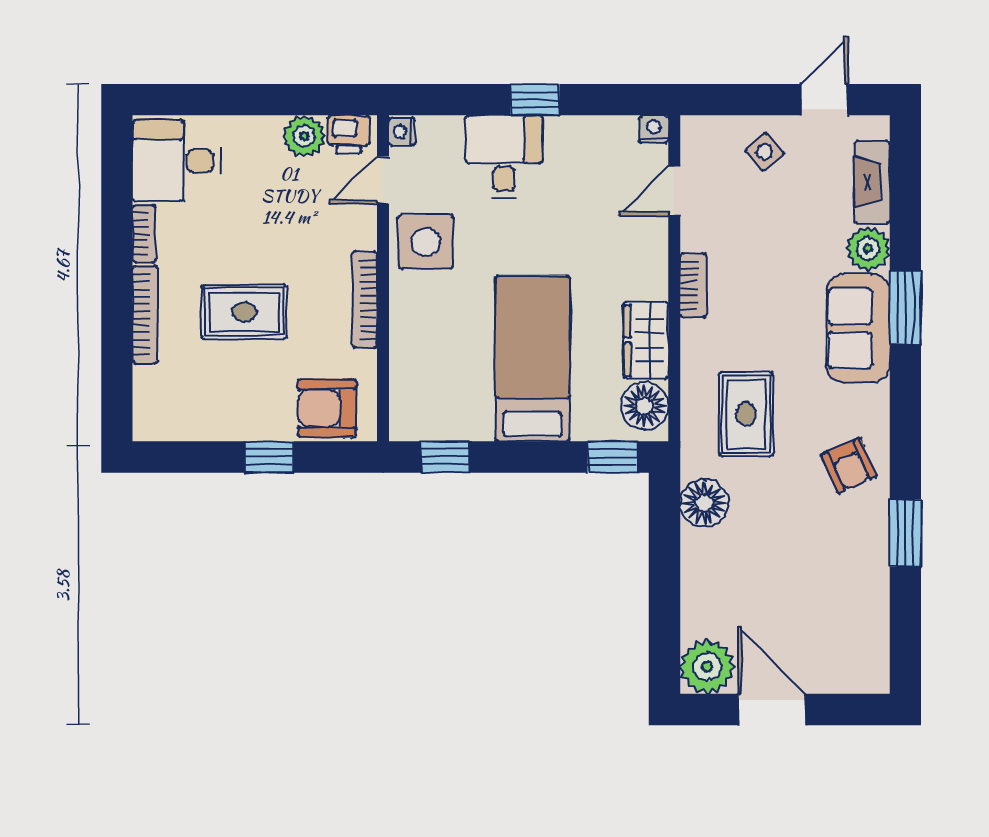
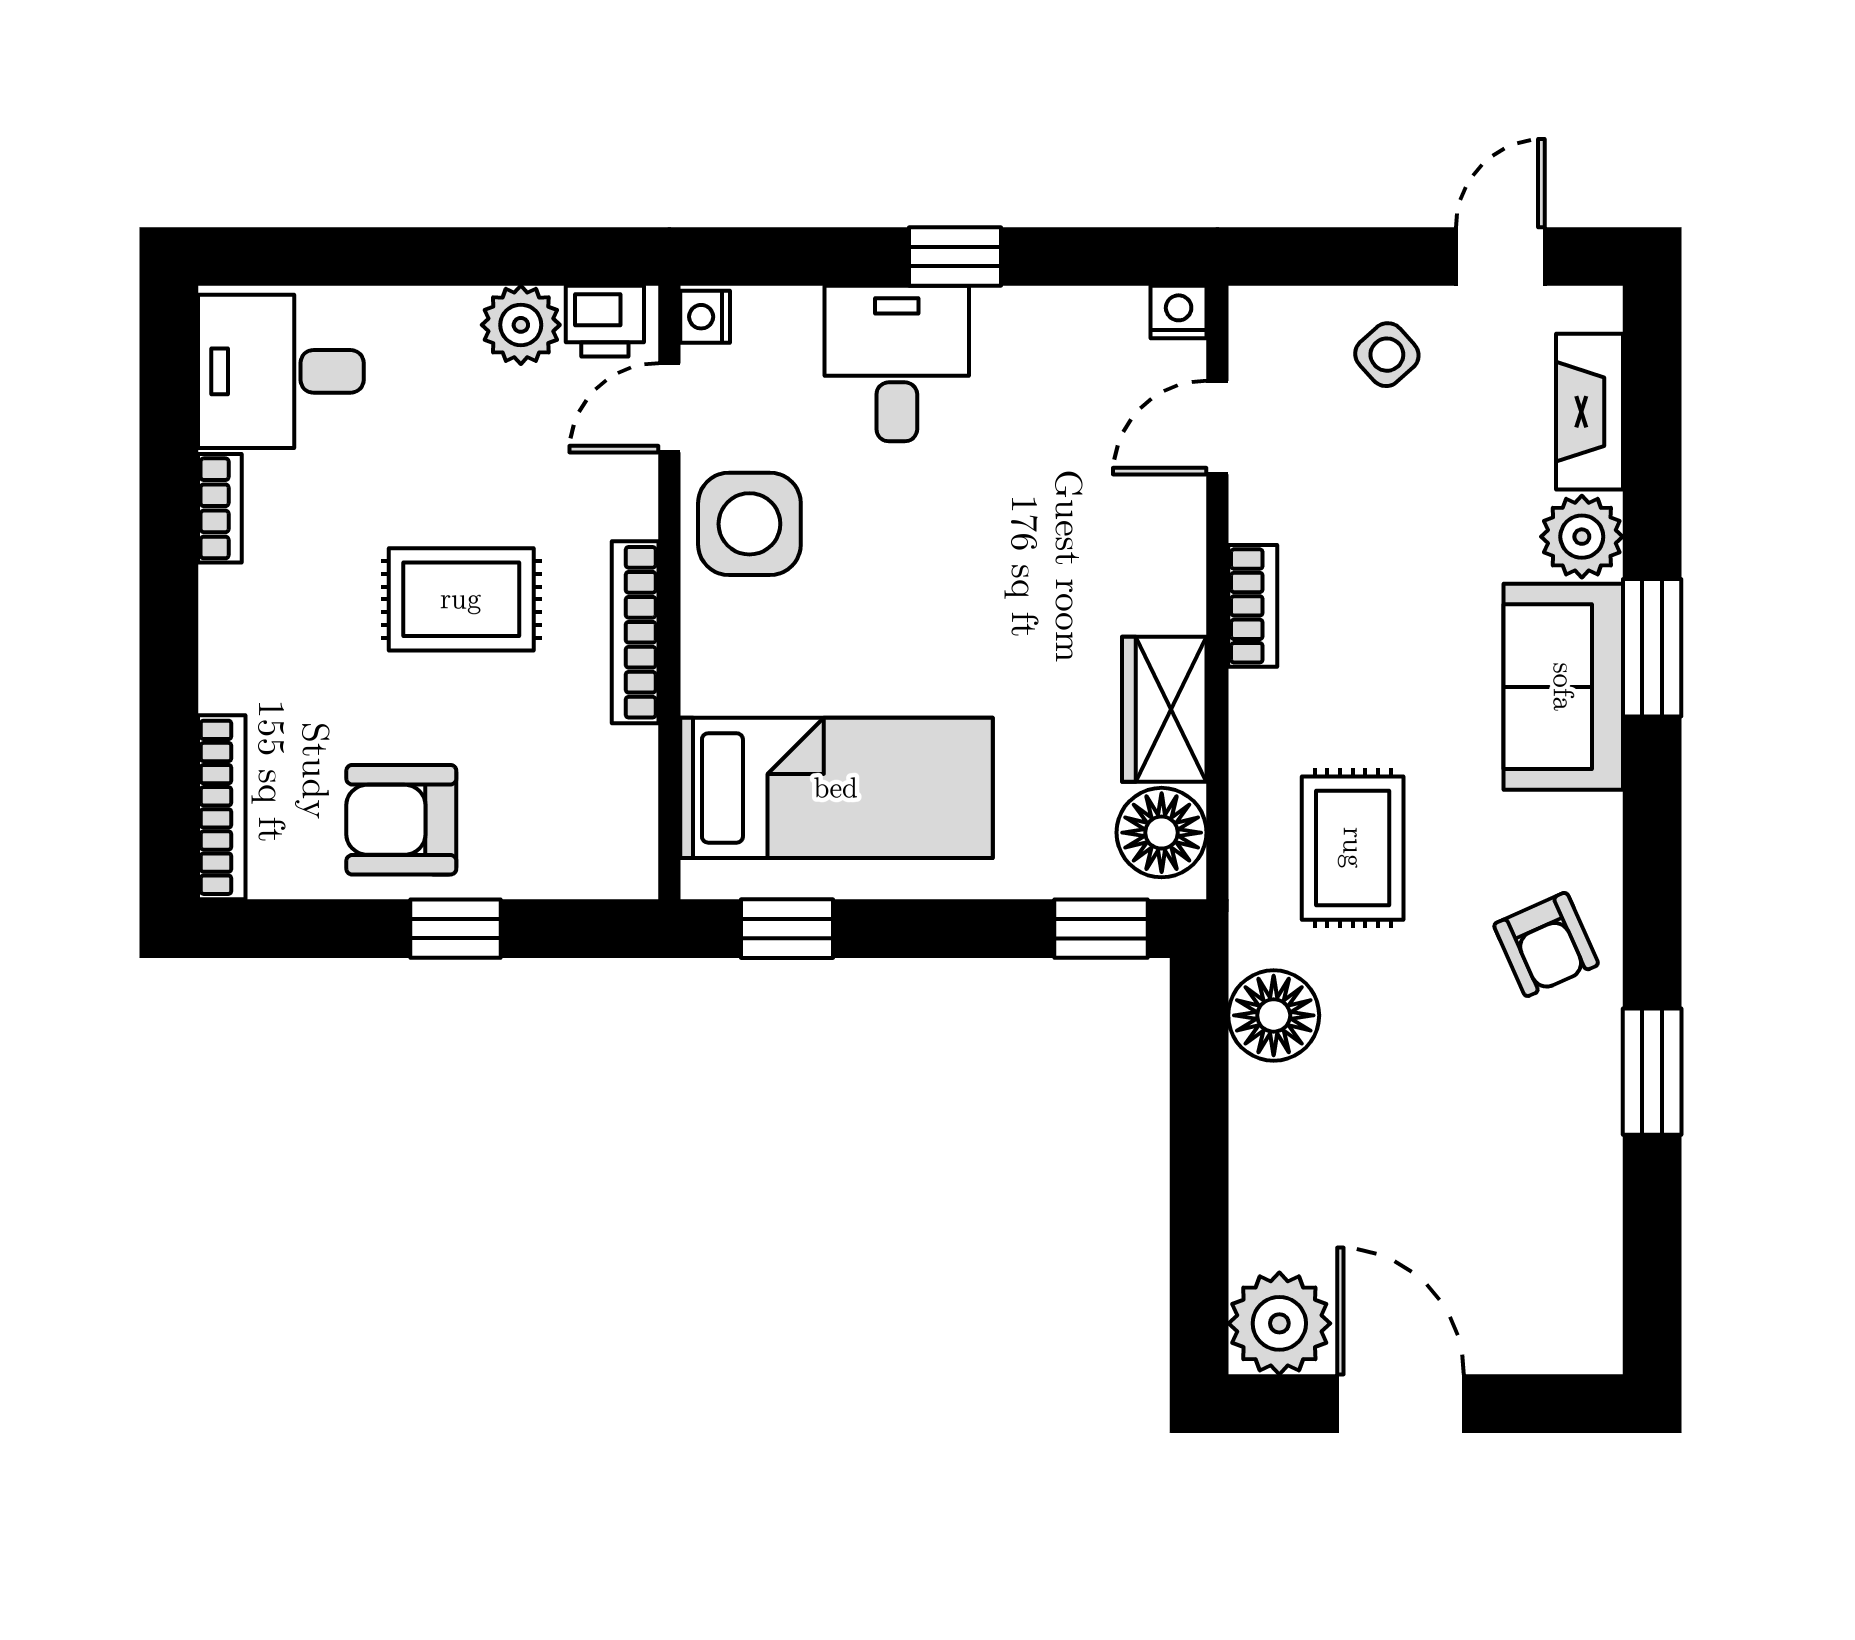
rug: (244, 312) -> (461, 599), moved
bookcase: (145, 315) -> (222, 807), moved
bed: (532, 358) -> (836, 788), moved, turned 90
armchair: (327, 408) -> (401, 820), moved

